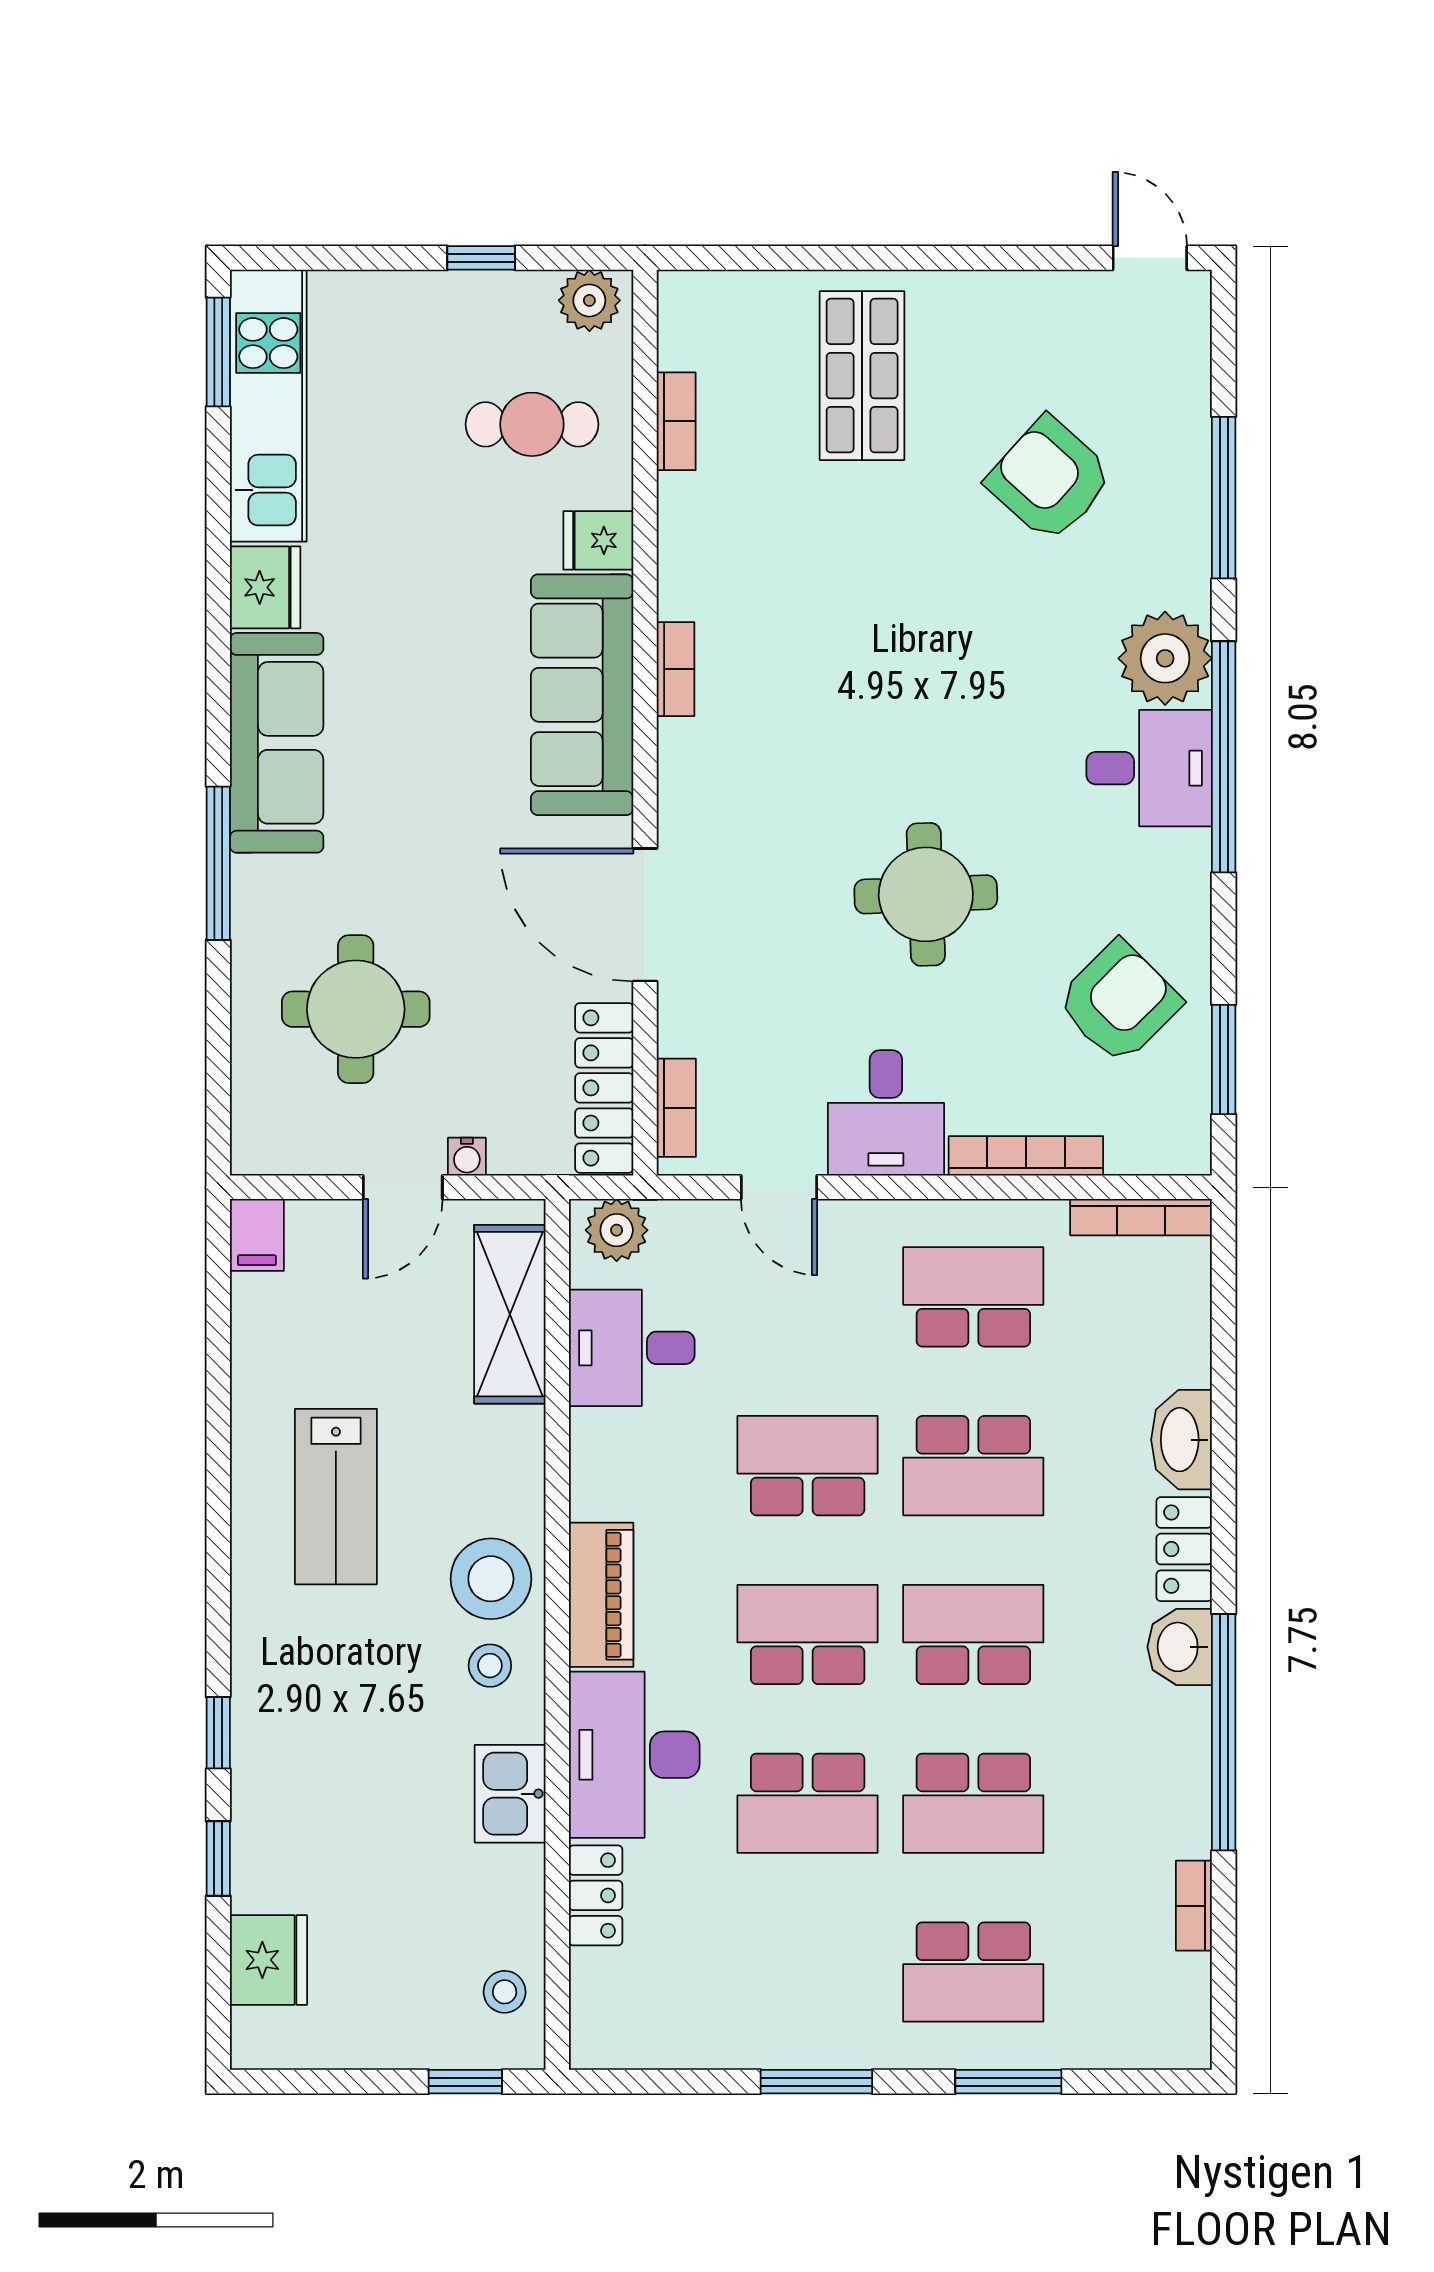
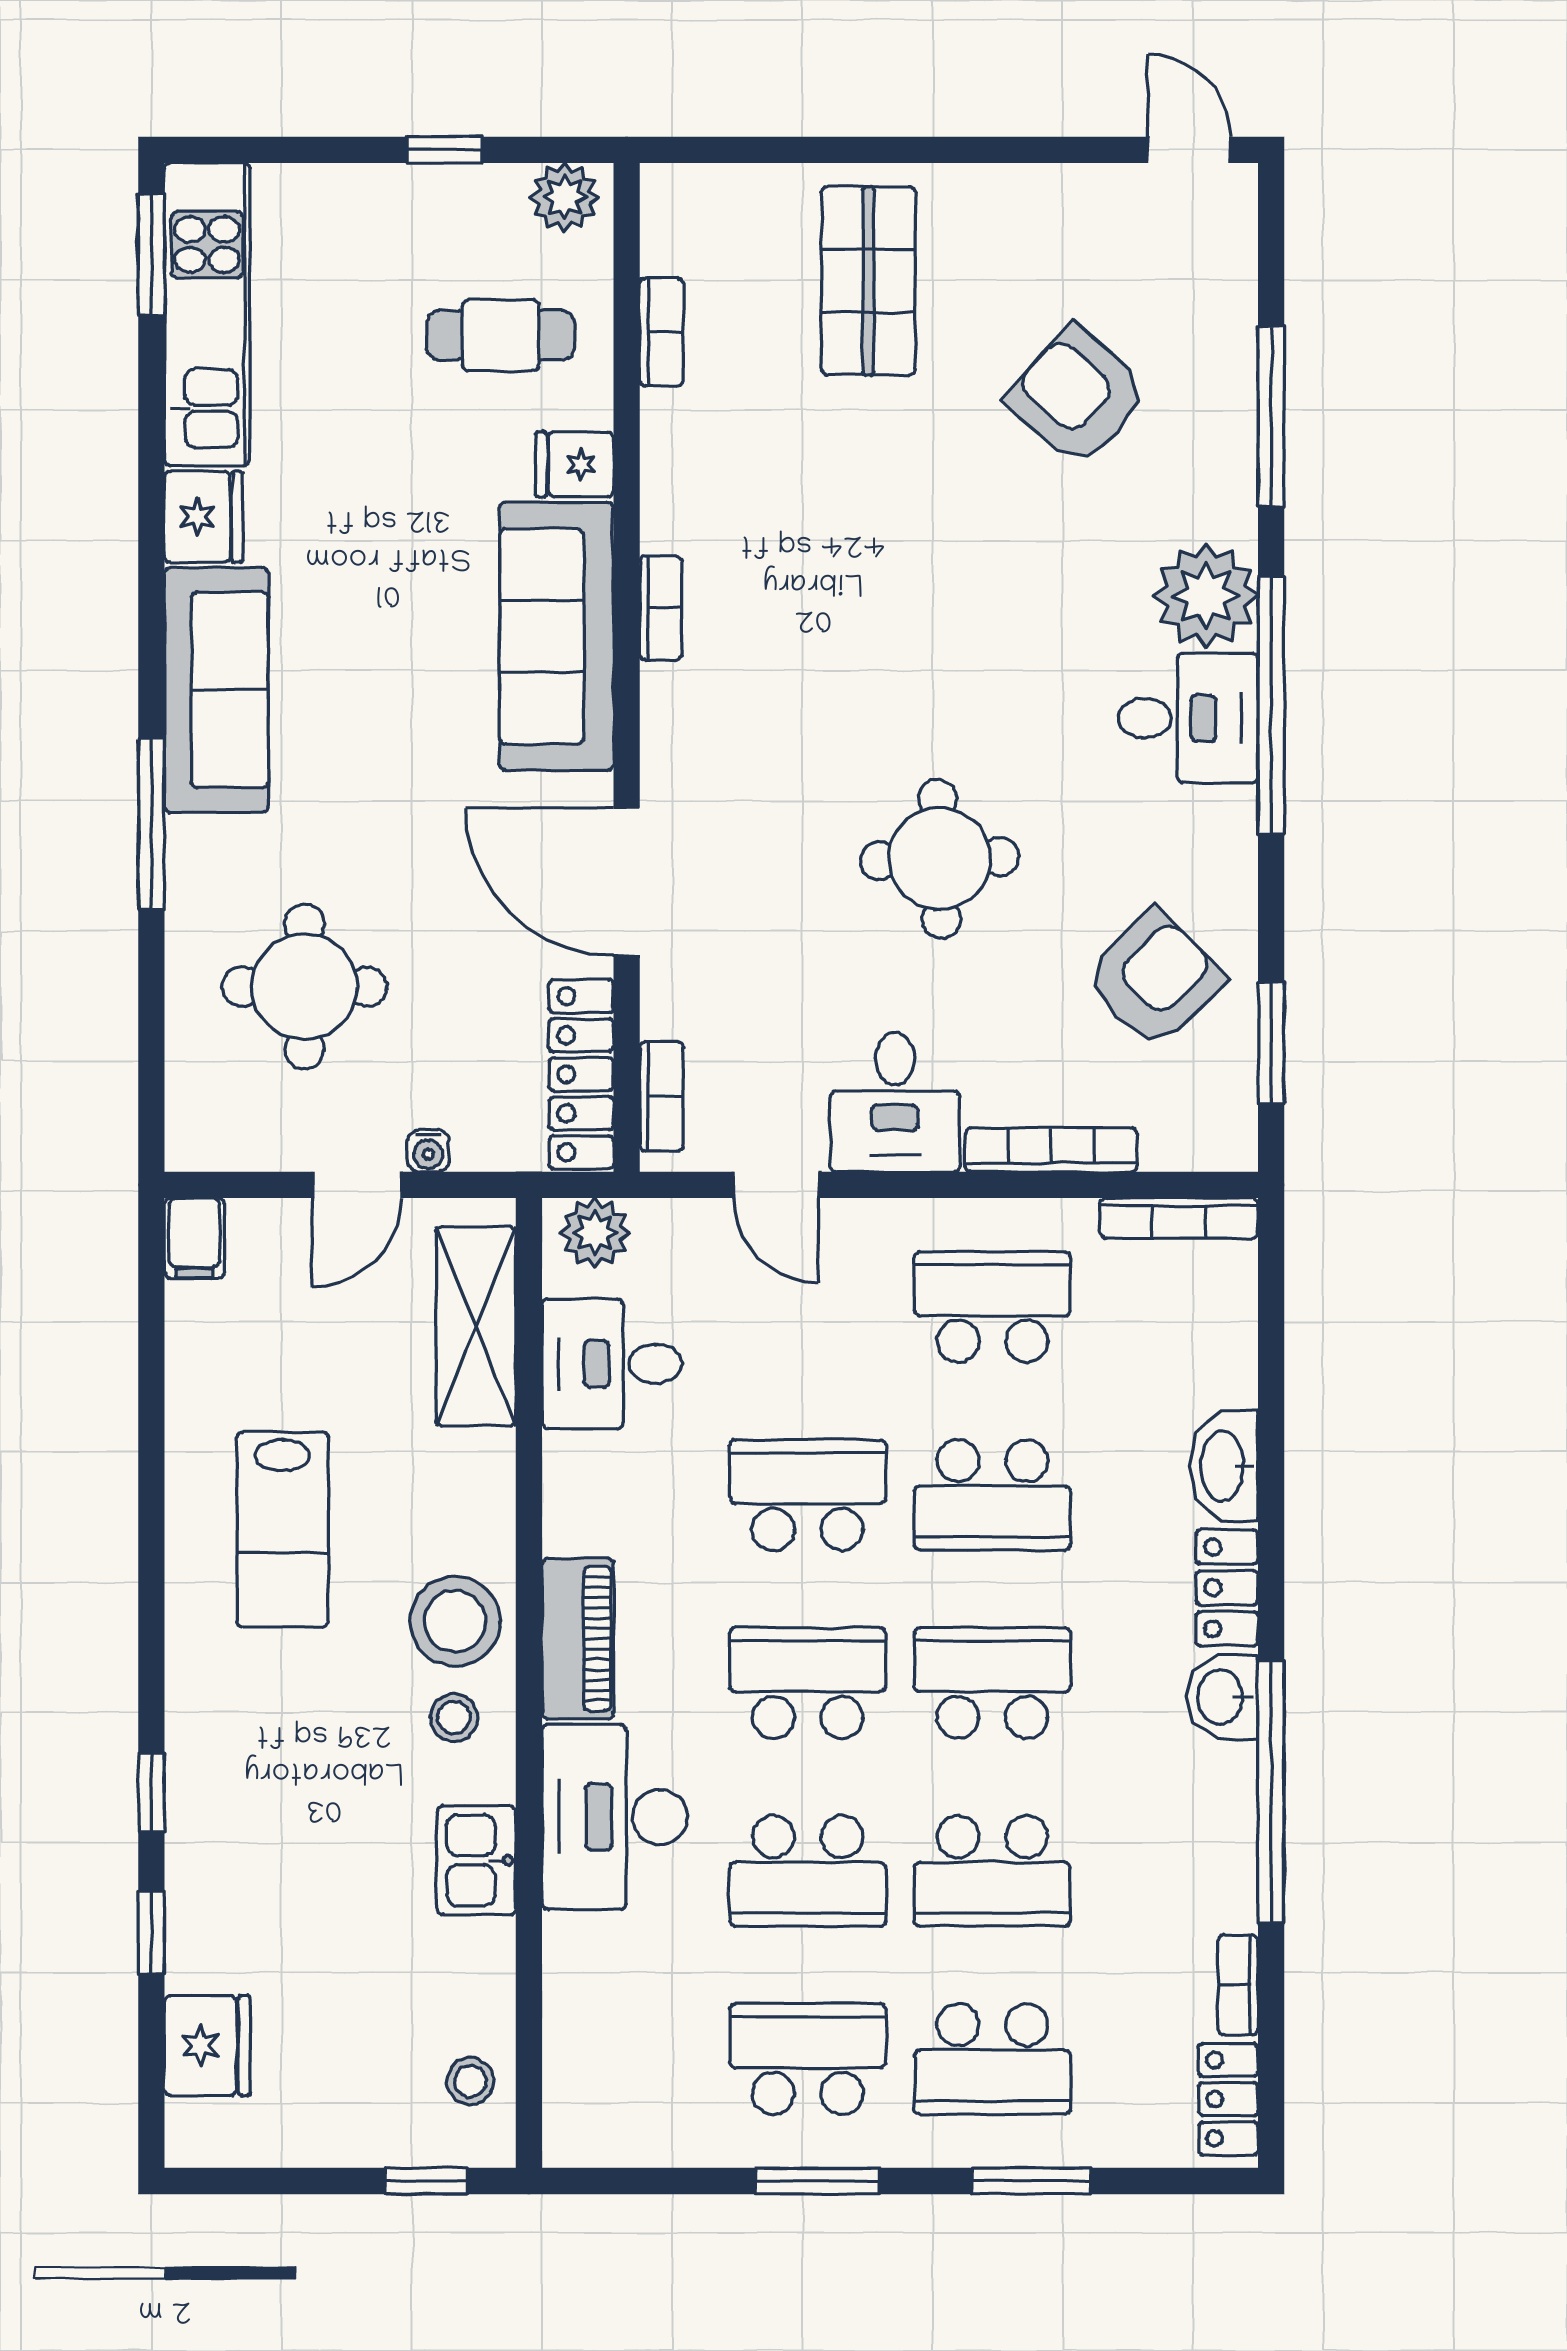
locker: (596, 1895) -> (1228, 2099), moved, turned 180
school desk: (808, 1972) -> (808, 2059), added

